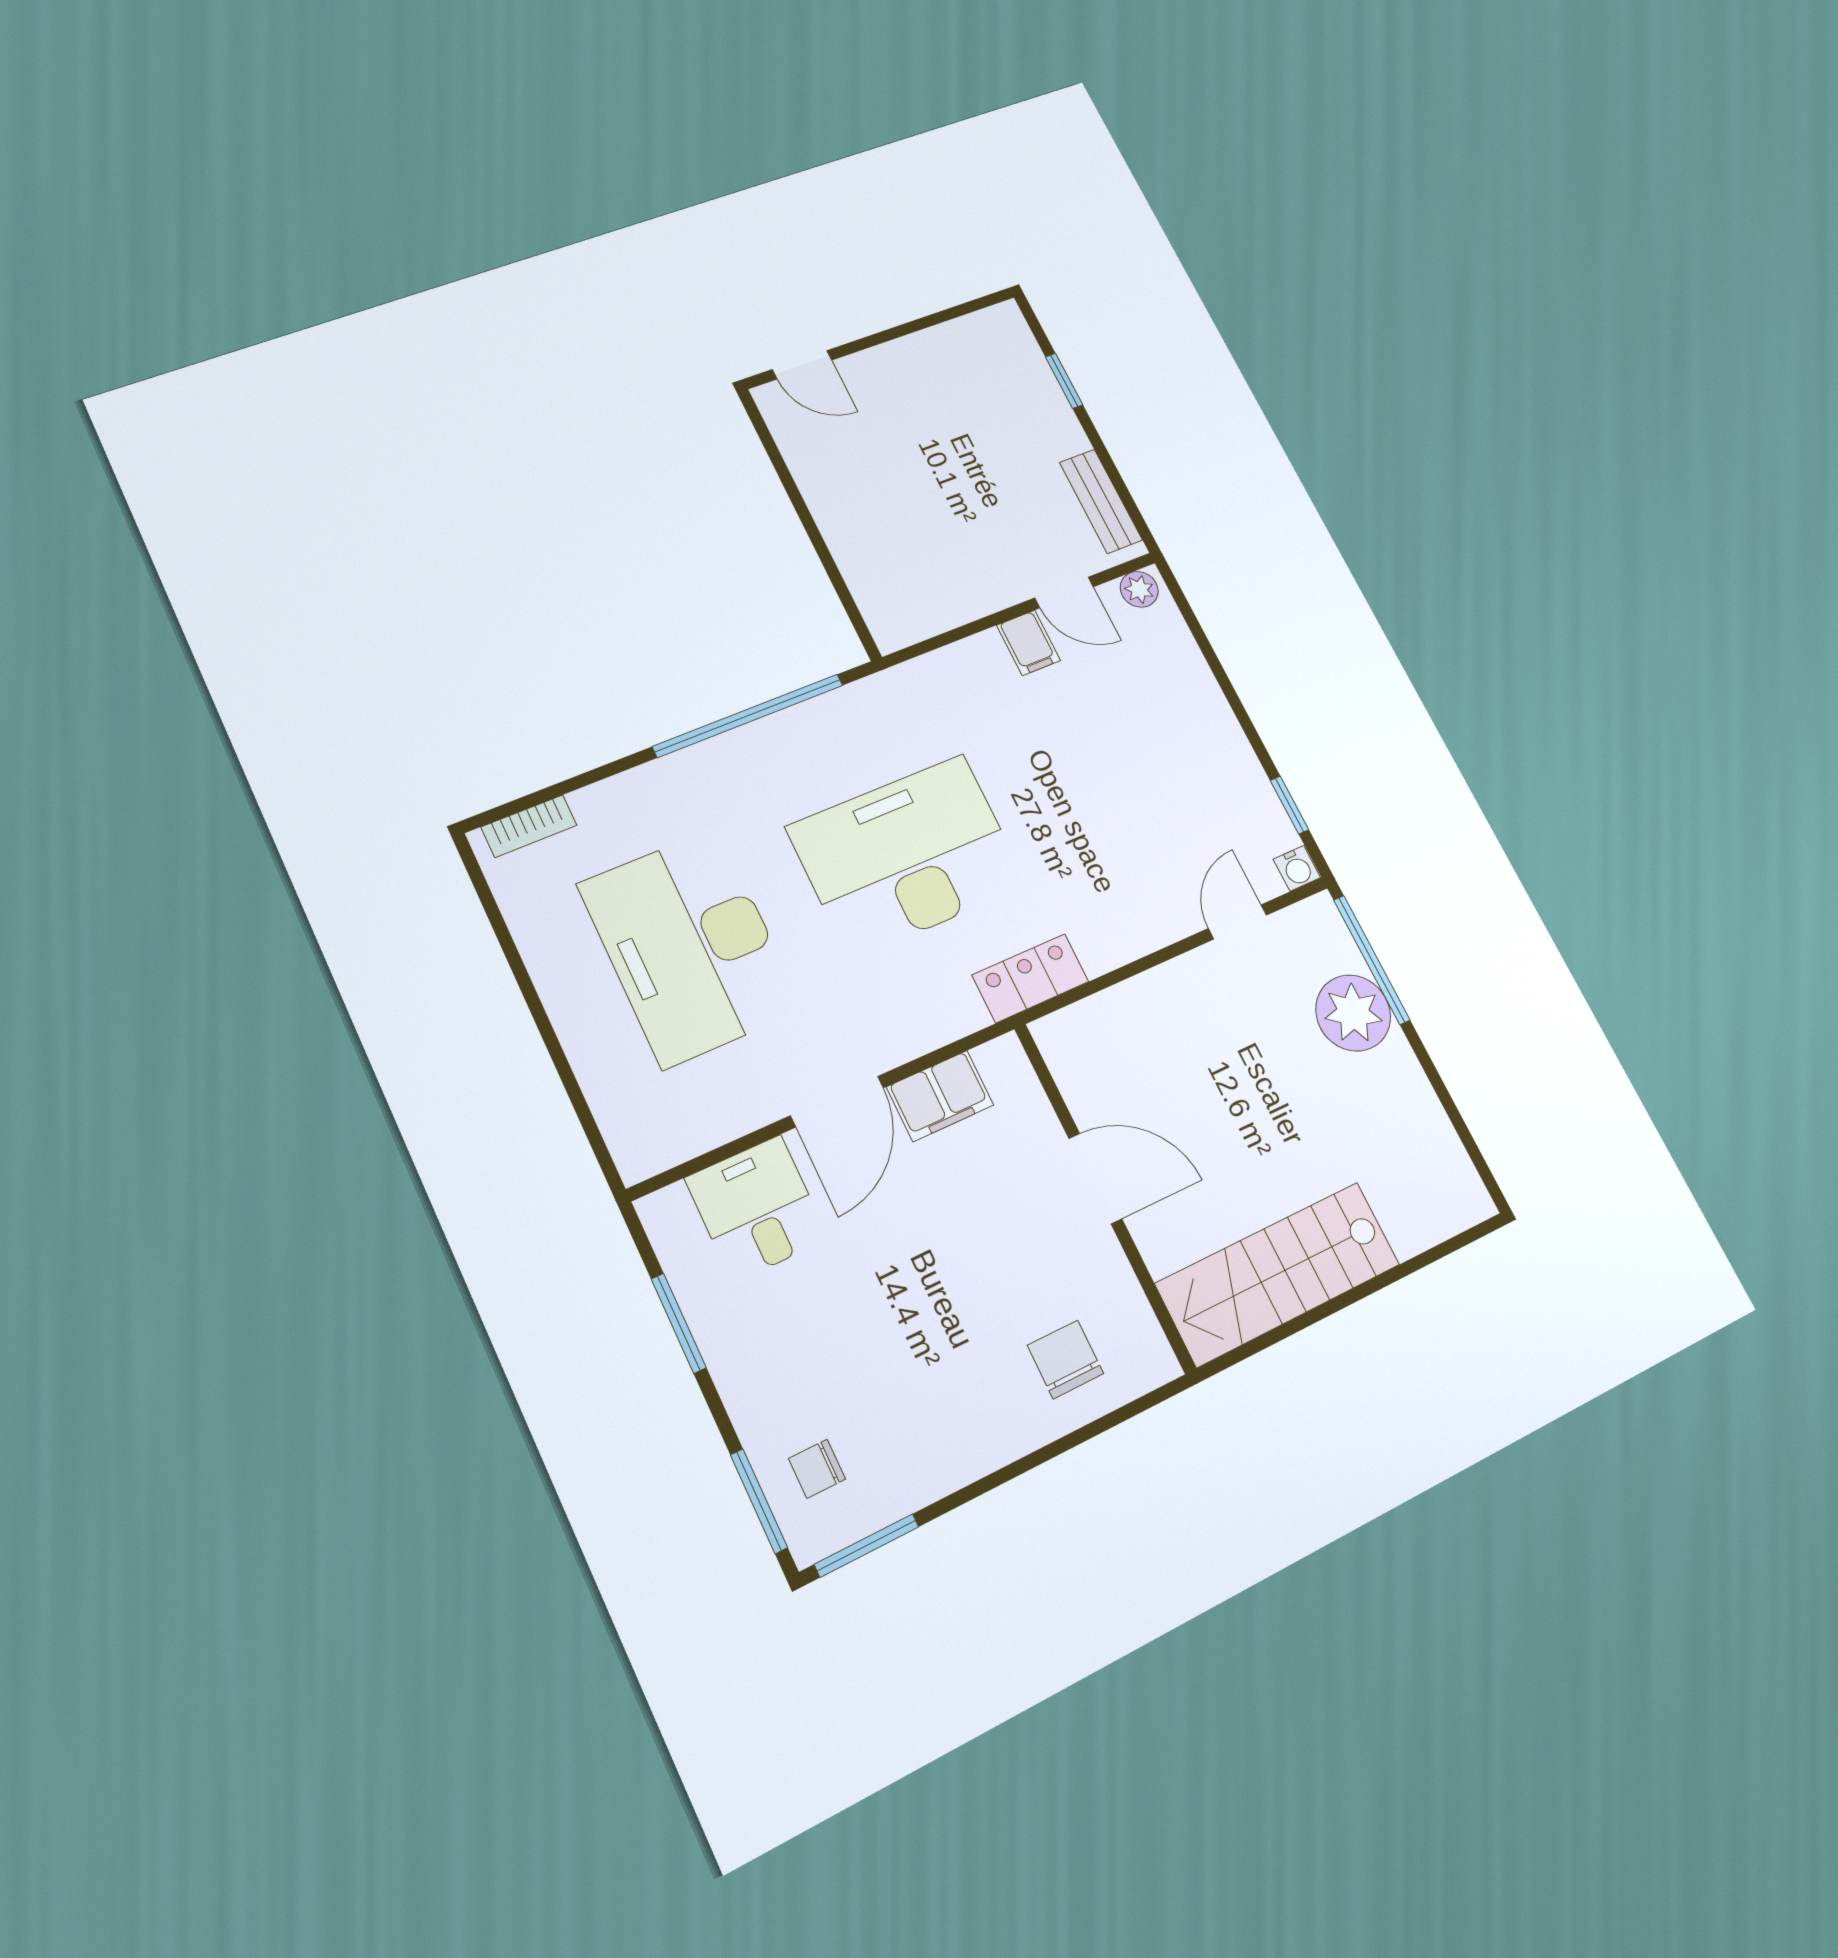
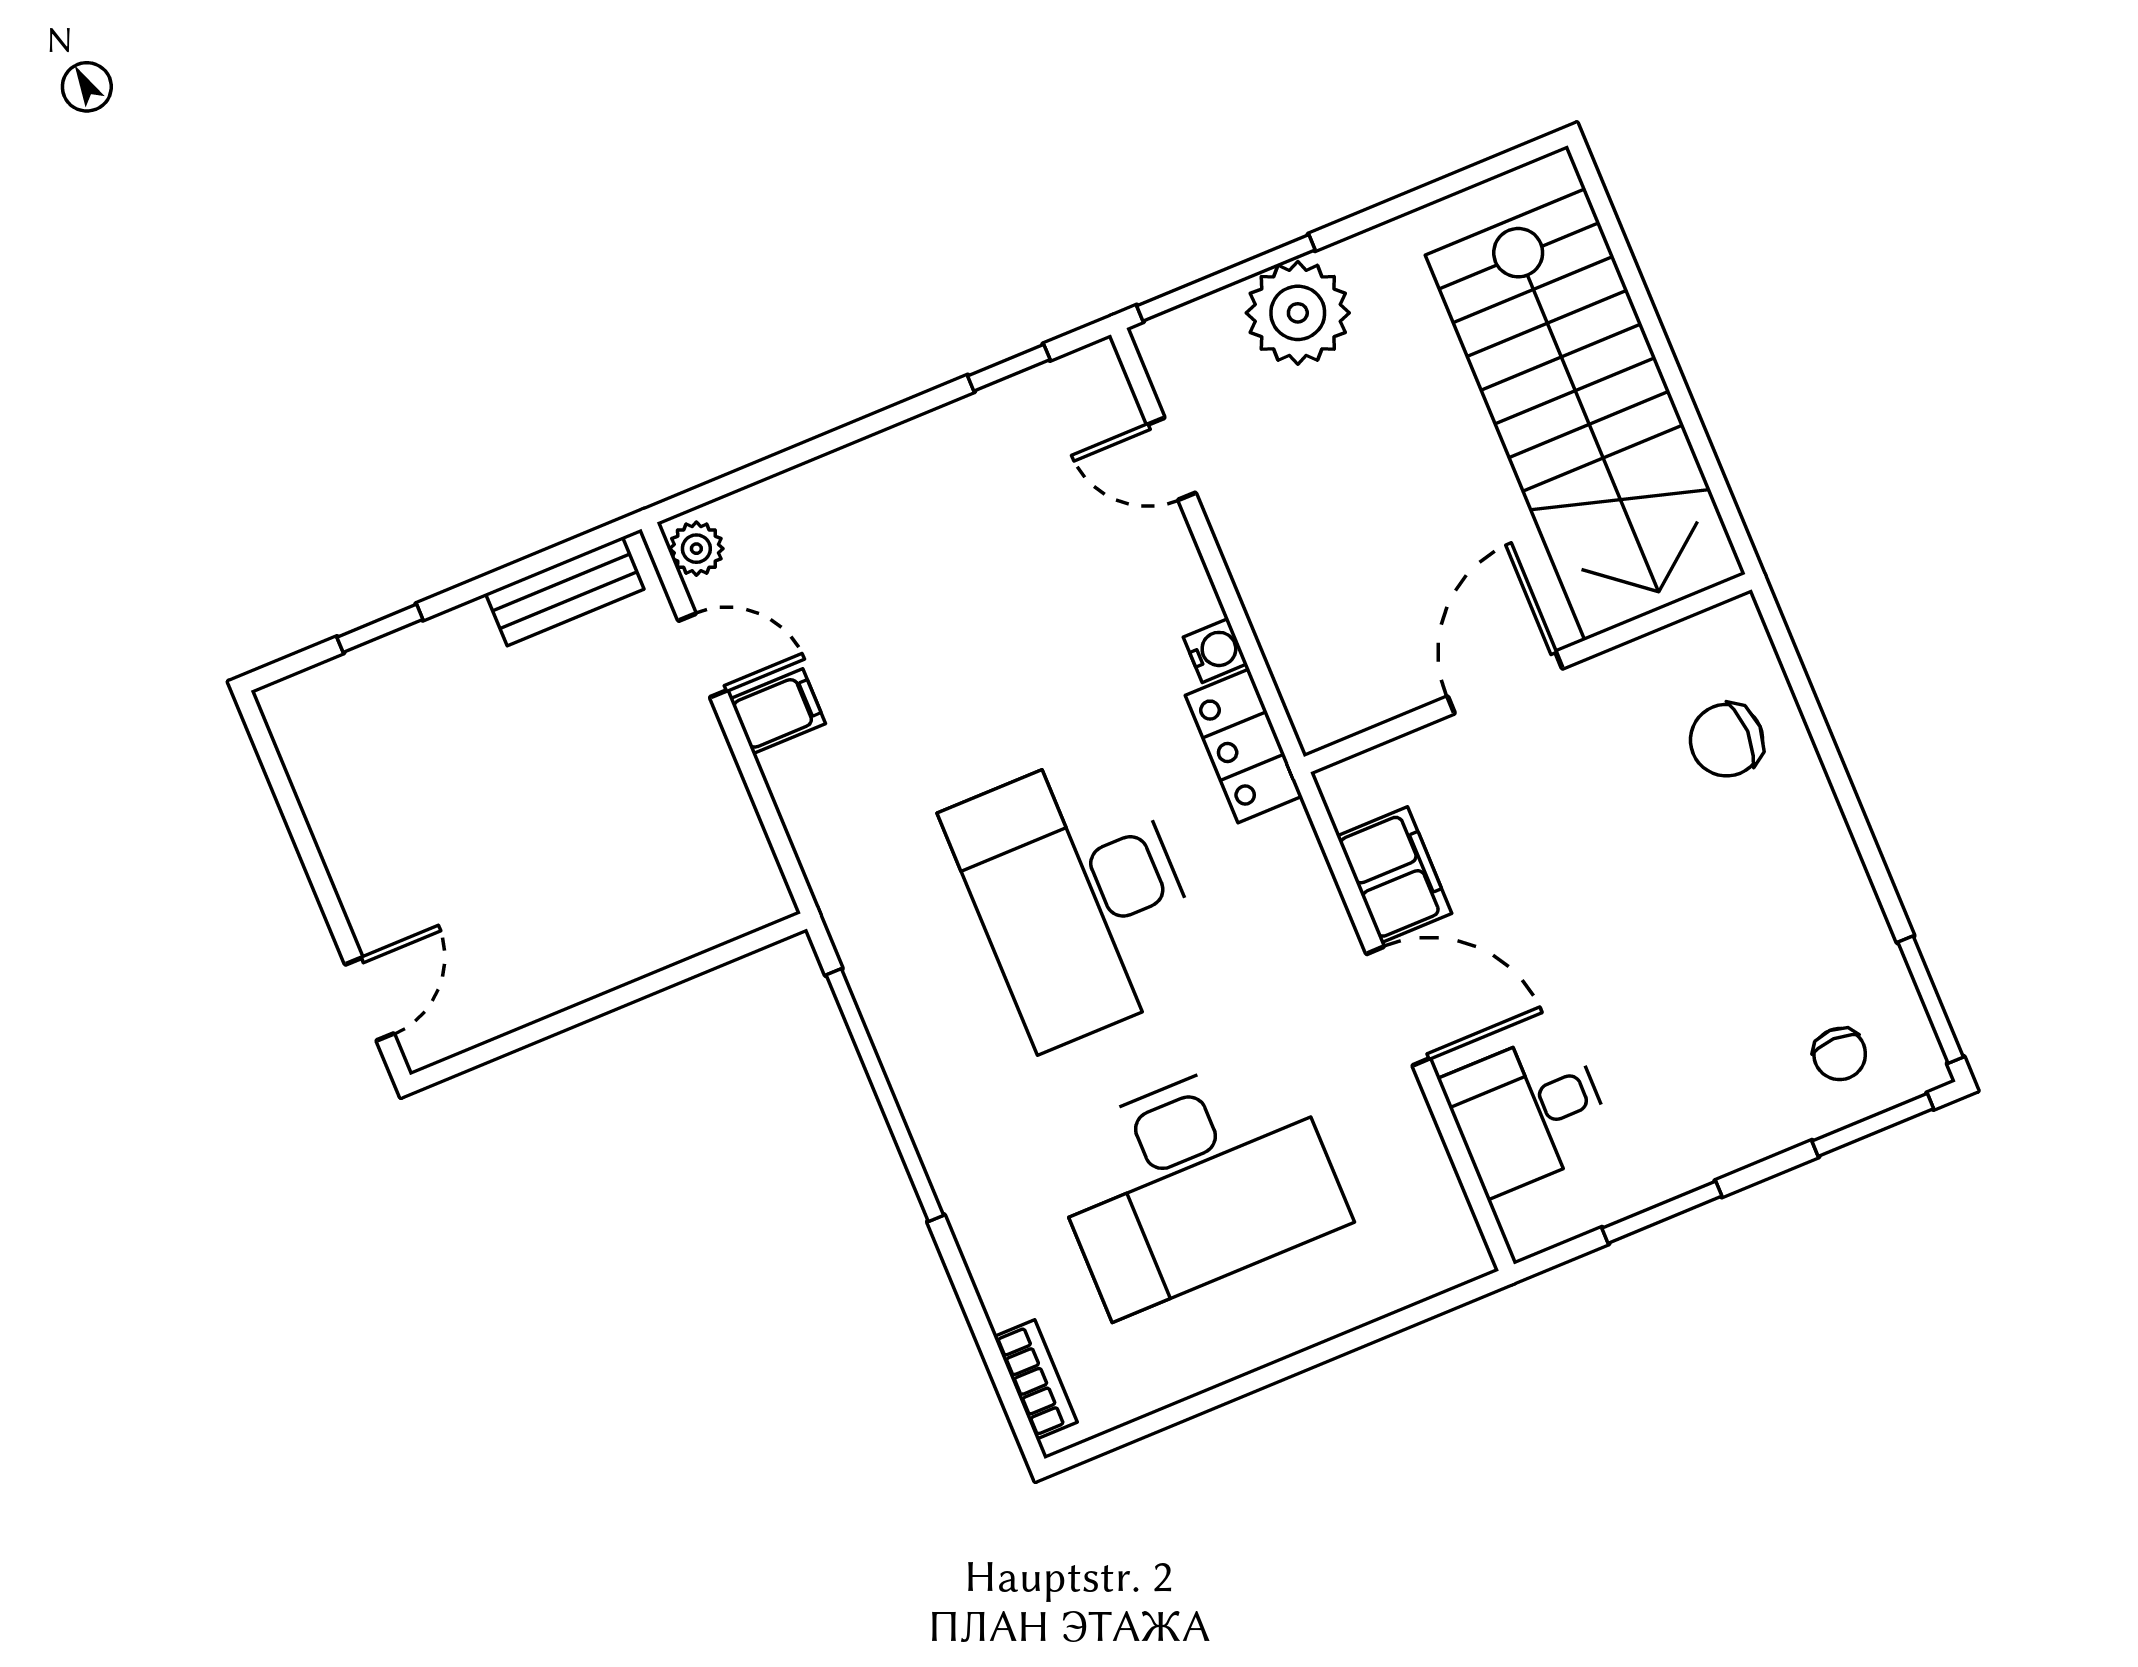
door: (1064, 592) -> (703, 655), hinge flipped
water cooler: (1297, 868) -> (1215, 650), moved
stairs: (1278, 1274) -> (1585, 415), width x1.36, depth x1.51

